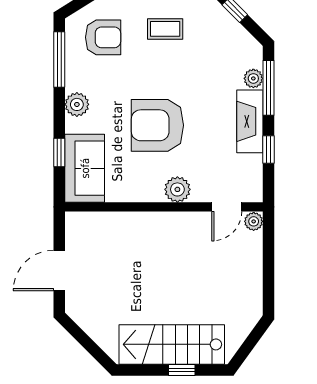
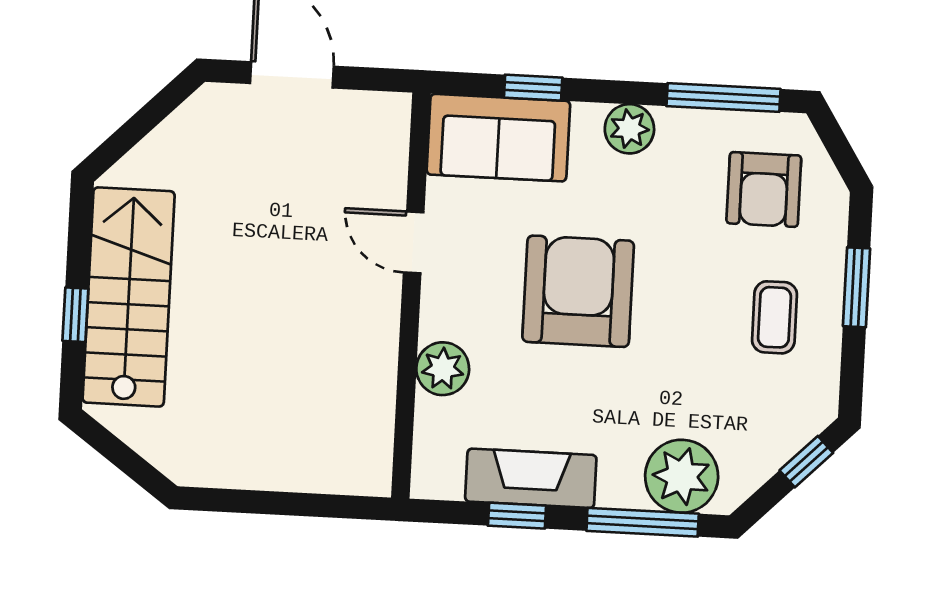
plant: (253, 78) -> (682, 476), width x1.88, depth x1.88
fireplace: (250, 121) -> (531, 478), moved
plant: (177, 189) -> (443, 369), moved
door: (227, 207) -> (414, 242), moved
plant: (254, 221) -> (371, 478), removed

